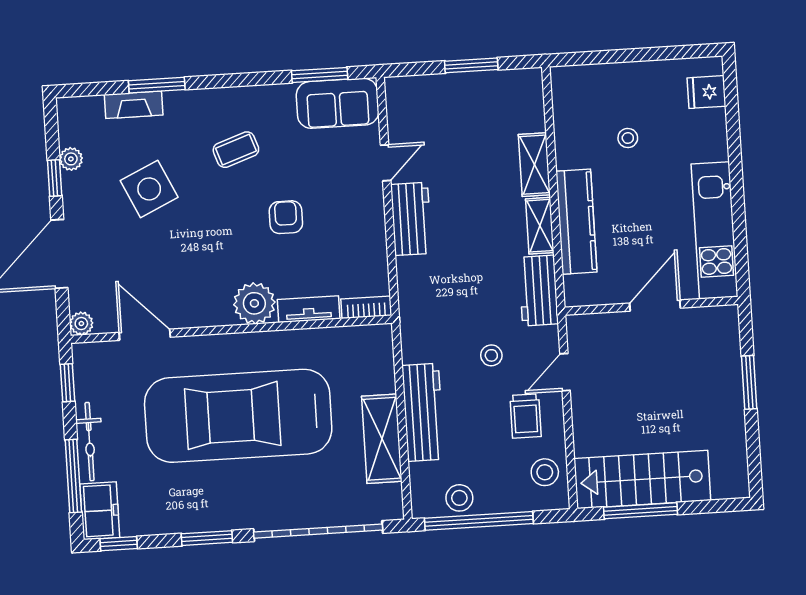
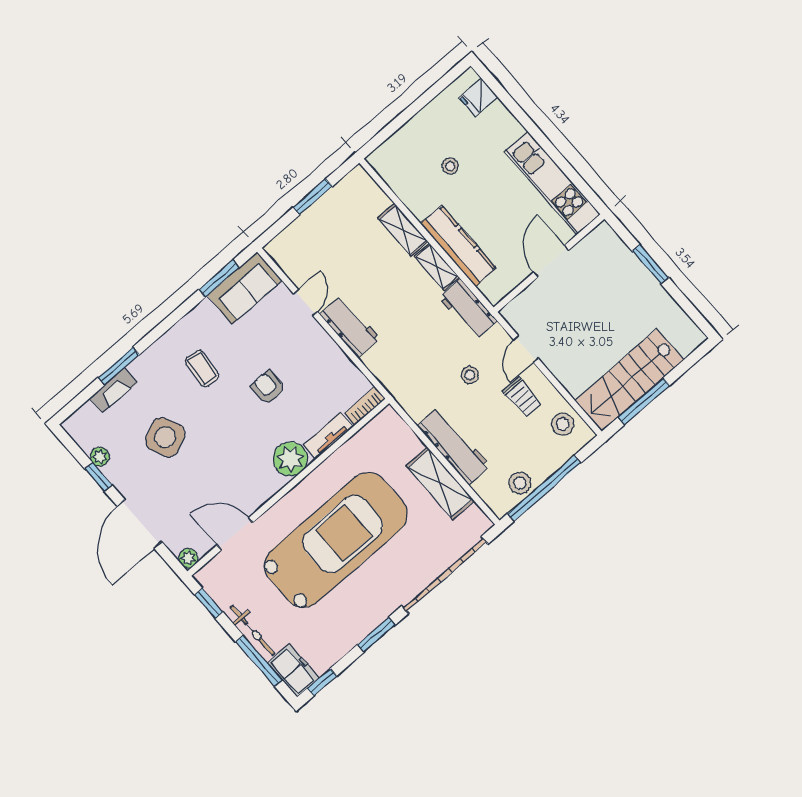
coffee table: (236, 150) -> (202, 369), turned -65
car: (238, 416) -> (336, 540), turned 180

